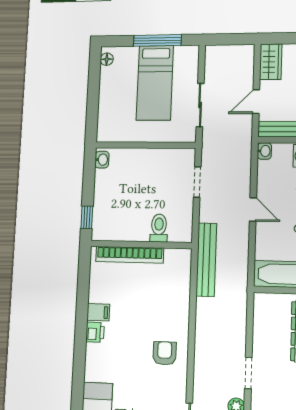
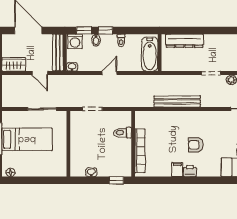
washbasin: (102, 160) -> (91, 172), moved
bench: (206, 260) -> (177, 101), moved
armchair: (165, 353) -> (196, 145), moved

